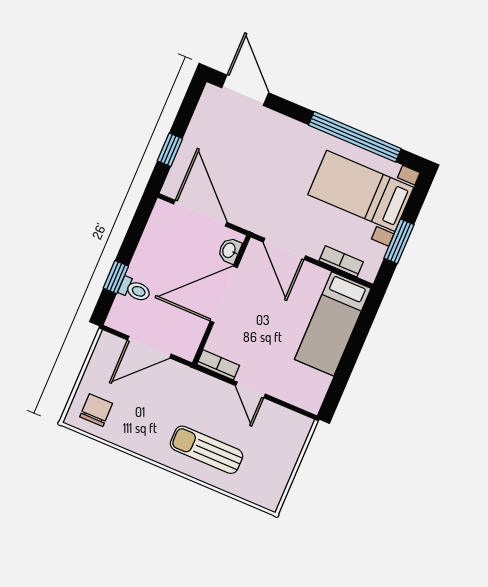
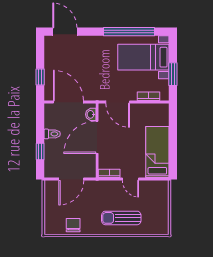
toilet: (135, 290) -> (52, 134), moved
bed: (333, 324) -> (157, 152), moved, turned 180
chair: (96, 410) -> (73, 225), moved

